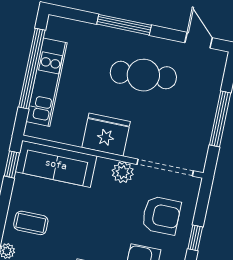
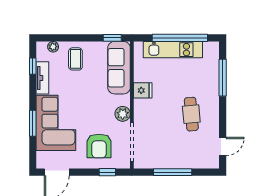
window: (124, 25) -> (223, 78), moved
cafe table: (143, 75) -> (191, 114), width x0.73, depth x0.74
fridge: (106, 135) -> (143, 90), width x0.53, depth x0.75
window: (195, 238) -> (107, 172), moved

